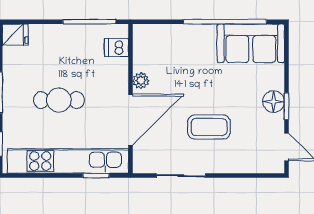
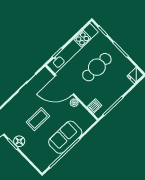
sofa: (251, 43) -> (65, 137), moved
cafe table: (59, 100) -> (97, 67), width x1.37, depth x1.35
door: (131, 120) -> (64, 85), hinge flipped
coffee table: (209, 127) -> (38, 119), moved

